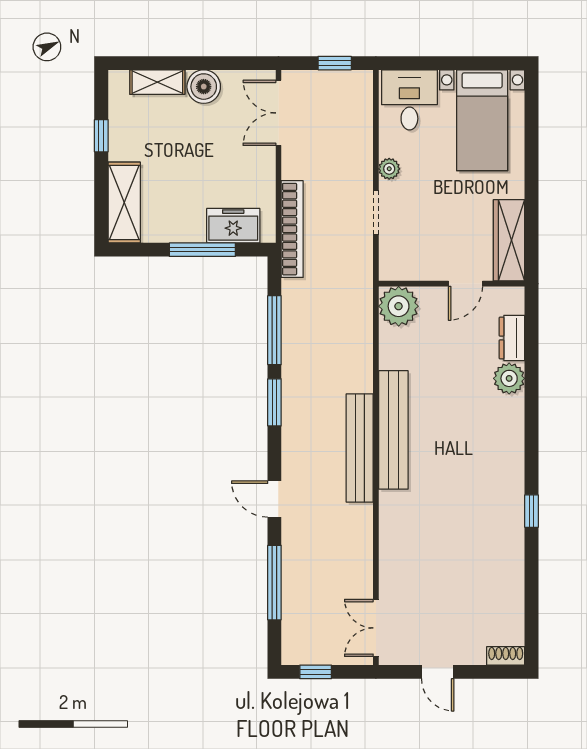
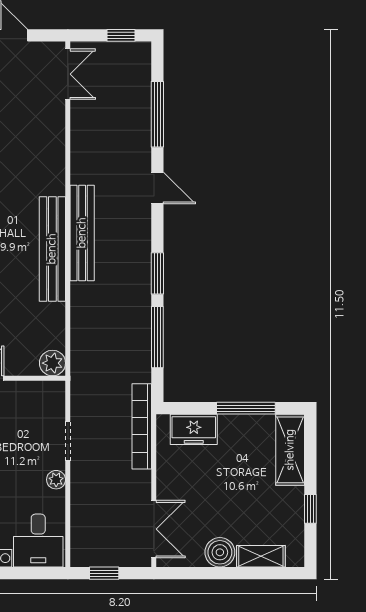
window: (202, 250) -> (246, 408), moved
plant: (399, 306) -> (52, 363), width x0.73, depth x0.73

